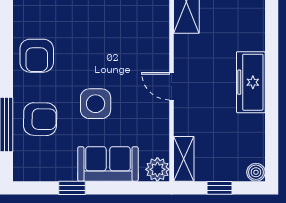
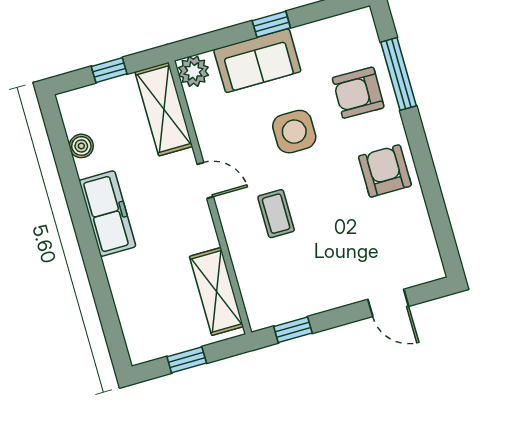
coffee table: (126, 47) -> (276, 214), added
shelving: (184, 159) -> (164, 109), width x1.50, depth x1.33
boiler: (256, 172) -> (81, 146), moved
window: (72, 188) -> (271, 24), moved

